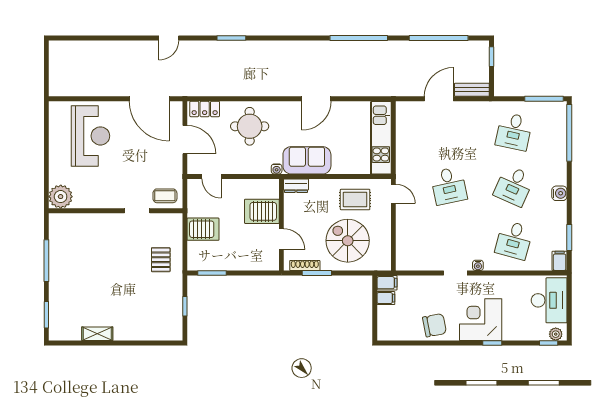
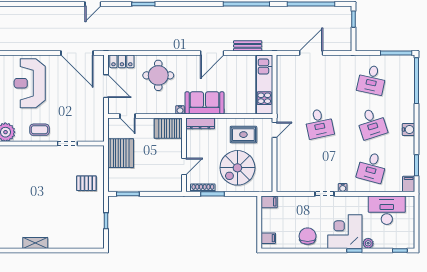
bench: (472, 90) -> (248, 46), moved
reception desk: (90, 136) -> (30, 83), turned 180
dresser: (296, 186) -> (200, 123), width x1.44
desk: (514, 186) -> (372, 123), turned -42
door: (393, 194) -> (274, 130), hinge flipped
coffee table: (165, 196) -> (39, 130), moved
server rack: (262, 211) -> (168, 128), moved
server rack: (203, 229) -> (121, 153), width x1.60
door: (281, 239) -> (184, 166), hinge flipped
spiral stairs: (348, 241) -> (237, 168), turned -90
pallet: (161, 260) -> (86, 183), turned 90
filing cabinet: (386, 298) -> (268, 238), moved
desk: (549, 300) -> (387, 210), moved, turned -90
chair: (434, 325) -> (308, 236), turned -79
plant: (556, 334) -> (368, 243), moved

